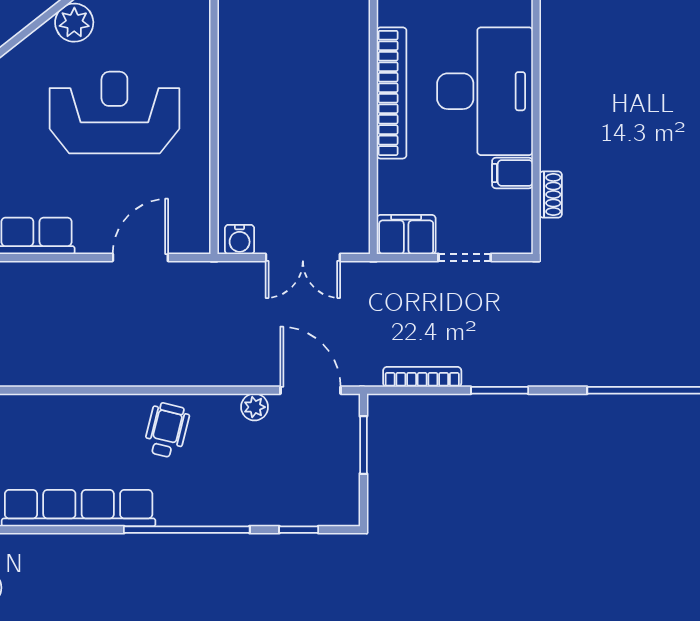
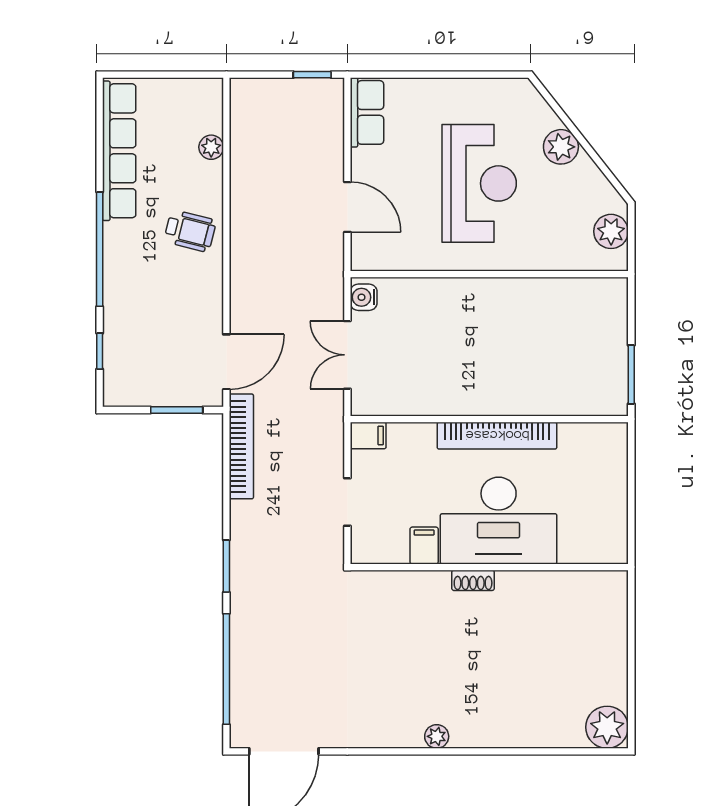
shoe rack: (551, 194) -> (473, 580), moved
filing cabinet: (406, 234) -> (368, 435), width x0.50
bookcase: (422, 377) -> (241, 446), width x1.48, depth x1.31
window: (500, 390) -> (226, 566), moved
plant: (255, 407) -> (211, 147), moved

